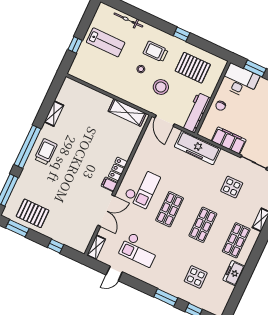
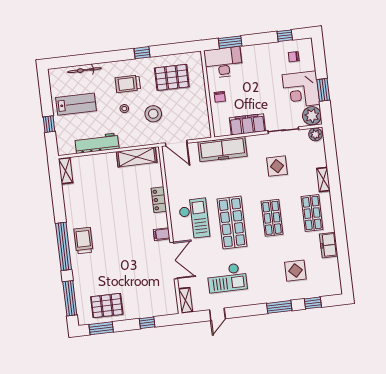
workbench: (196, 113) -> (97, 143), moved, turned 90
shelving: (54, 114) -> (66, 171), moved
locker: (118, 169) -> (159, 200), moved
shop shelf: (170, 209) -> (232, 223), width x1.43, depth x1.36

